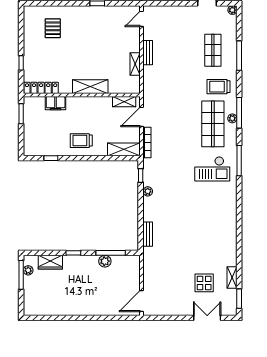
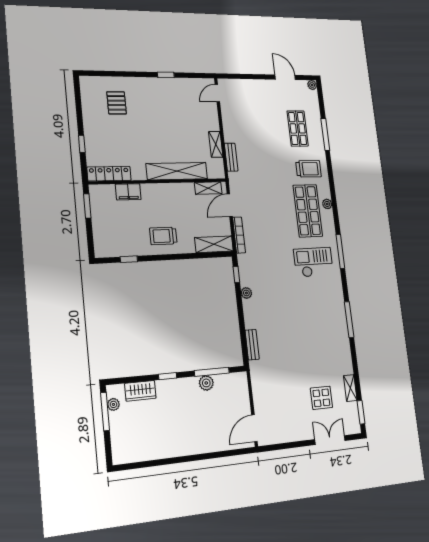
bench: (148, 53) -> (231, 157), moved
shelving: (90, 87) -> (177, 171), width x1.47
trolley: (219, 87) -> (309, 169), turned 180
window: (239, 113) -> (349, 320), moved
checkout: (212, 169) -> (314, 262), turned 180

